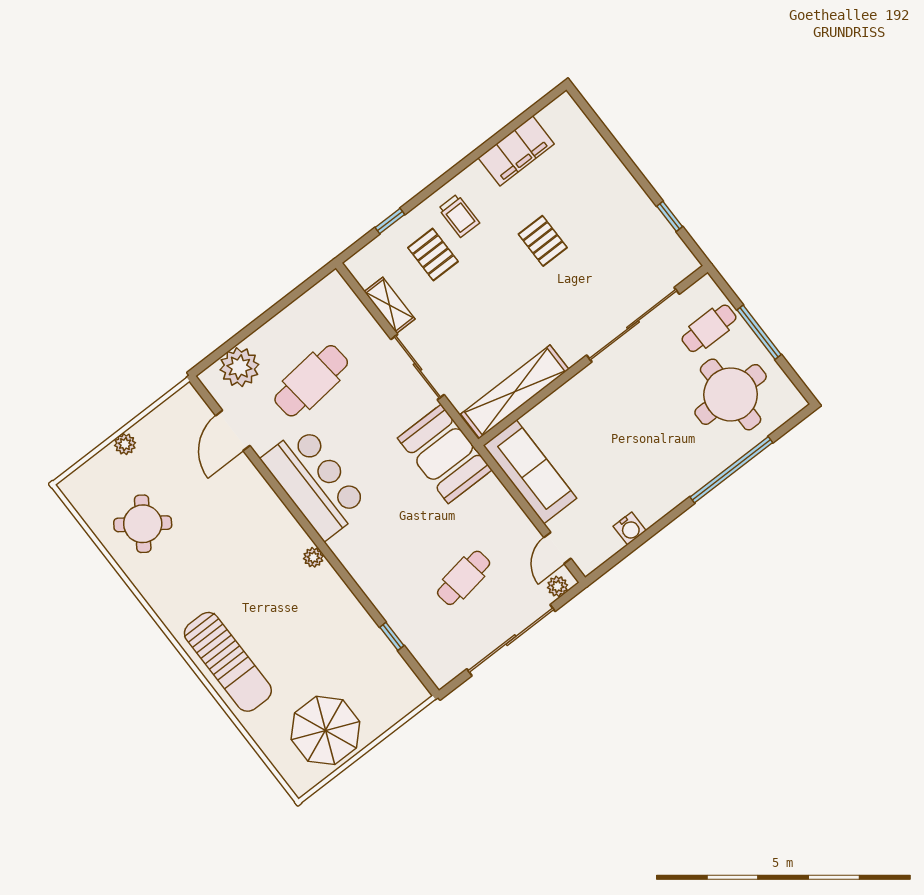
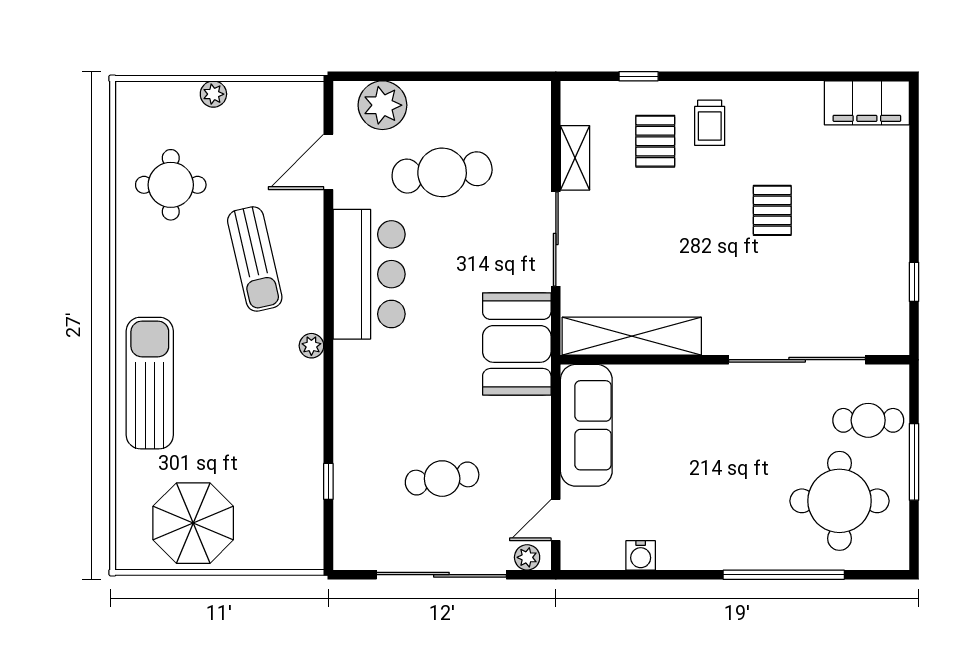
filing cabinet: (516, 151) -> (867, 103), moved
round table: (143, 524) -> (171, 185), turned -35
sun lounger: (234, 530) -> (255, 259), added
sun lounger: (228, 662) -> (150, 383), turned 180

